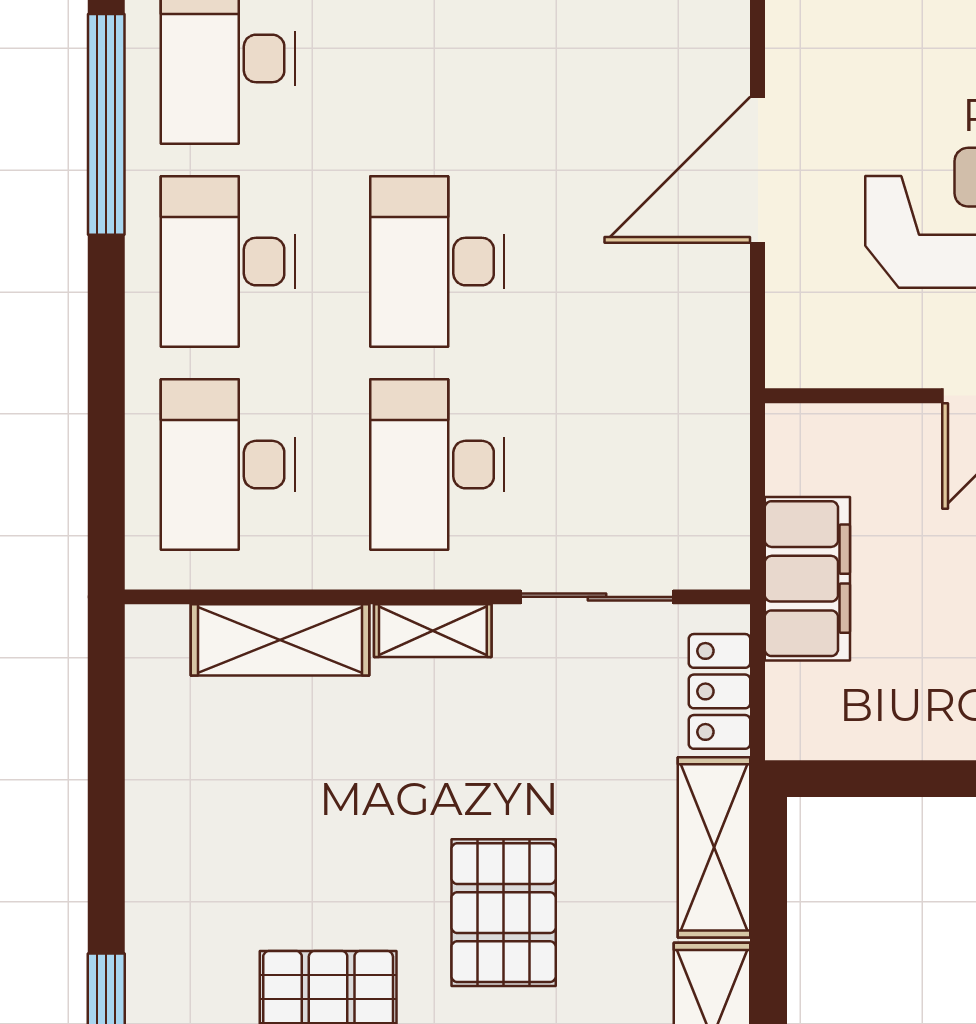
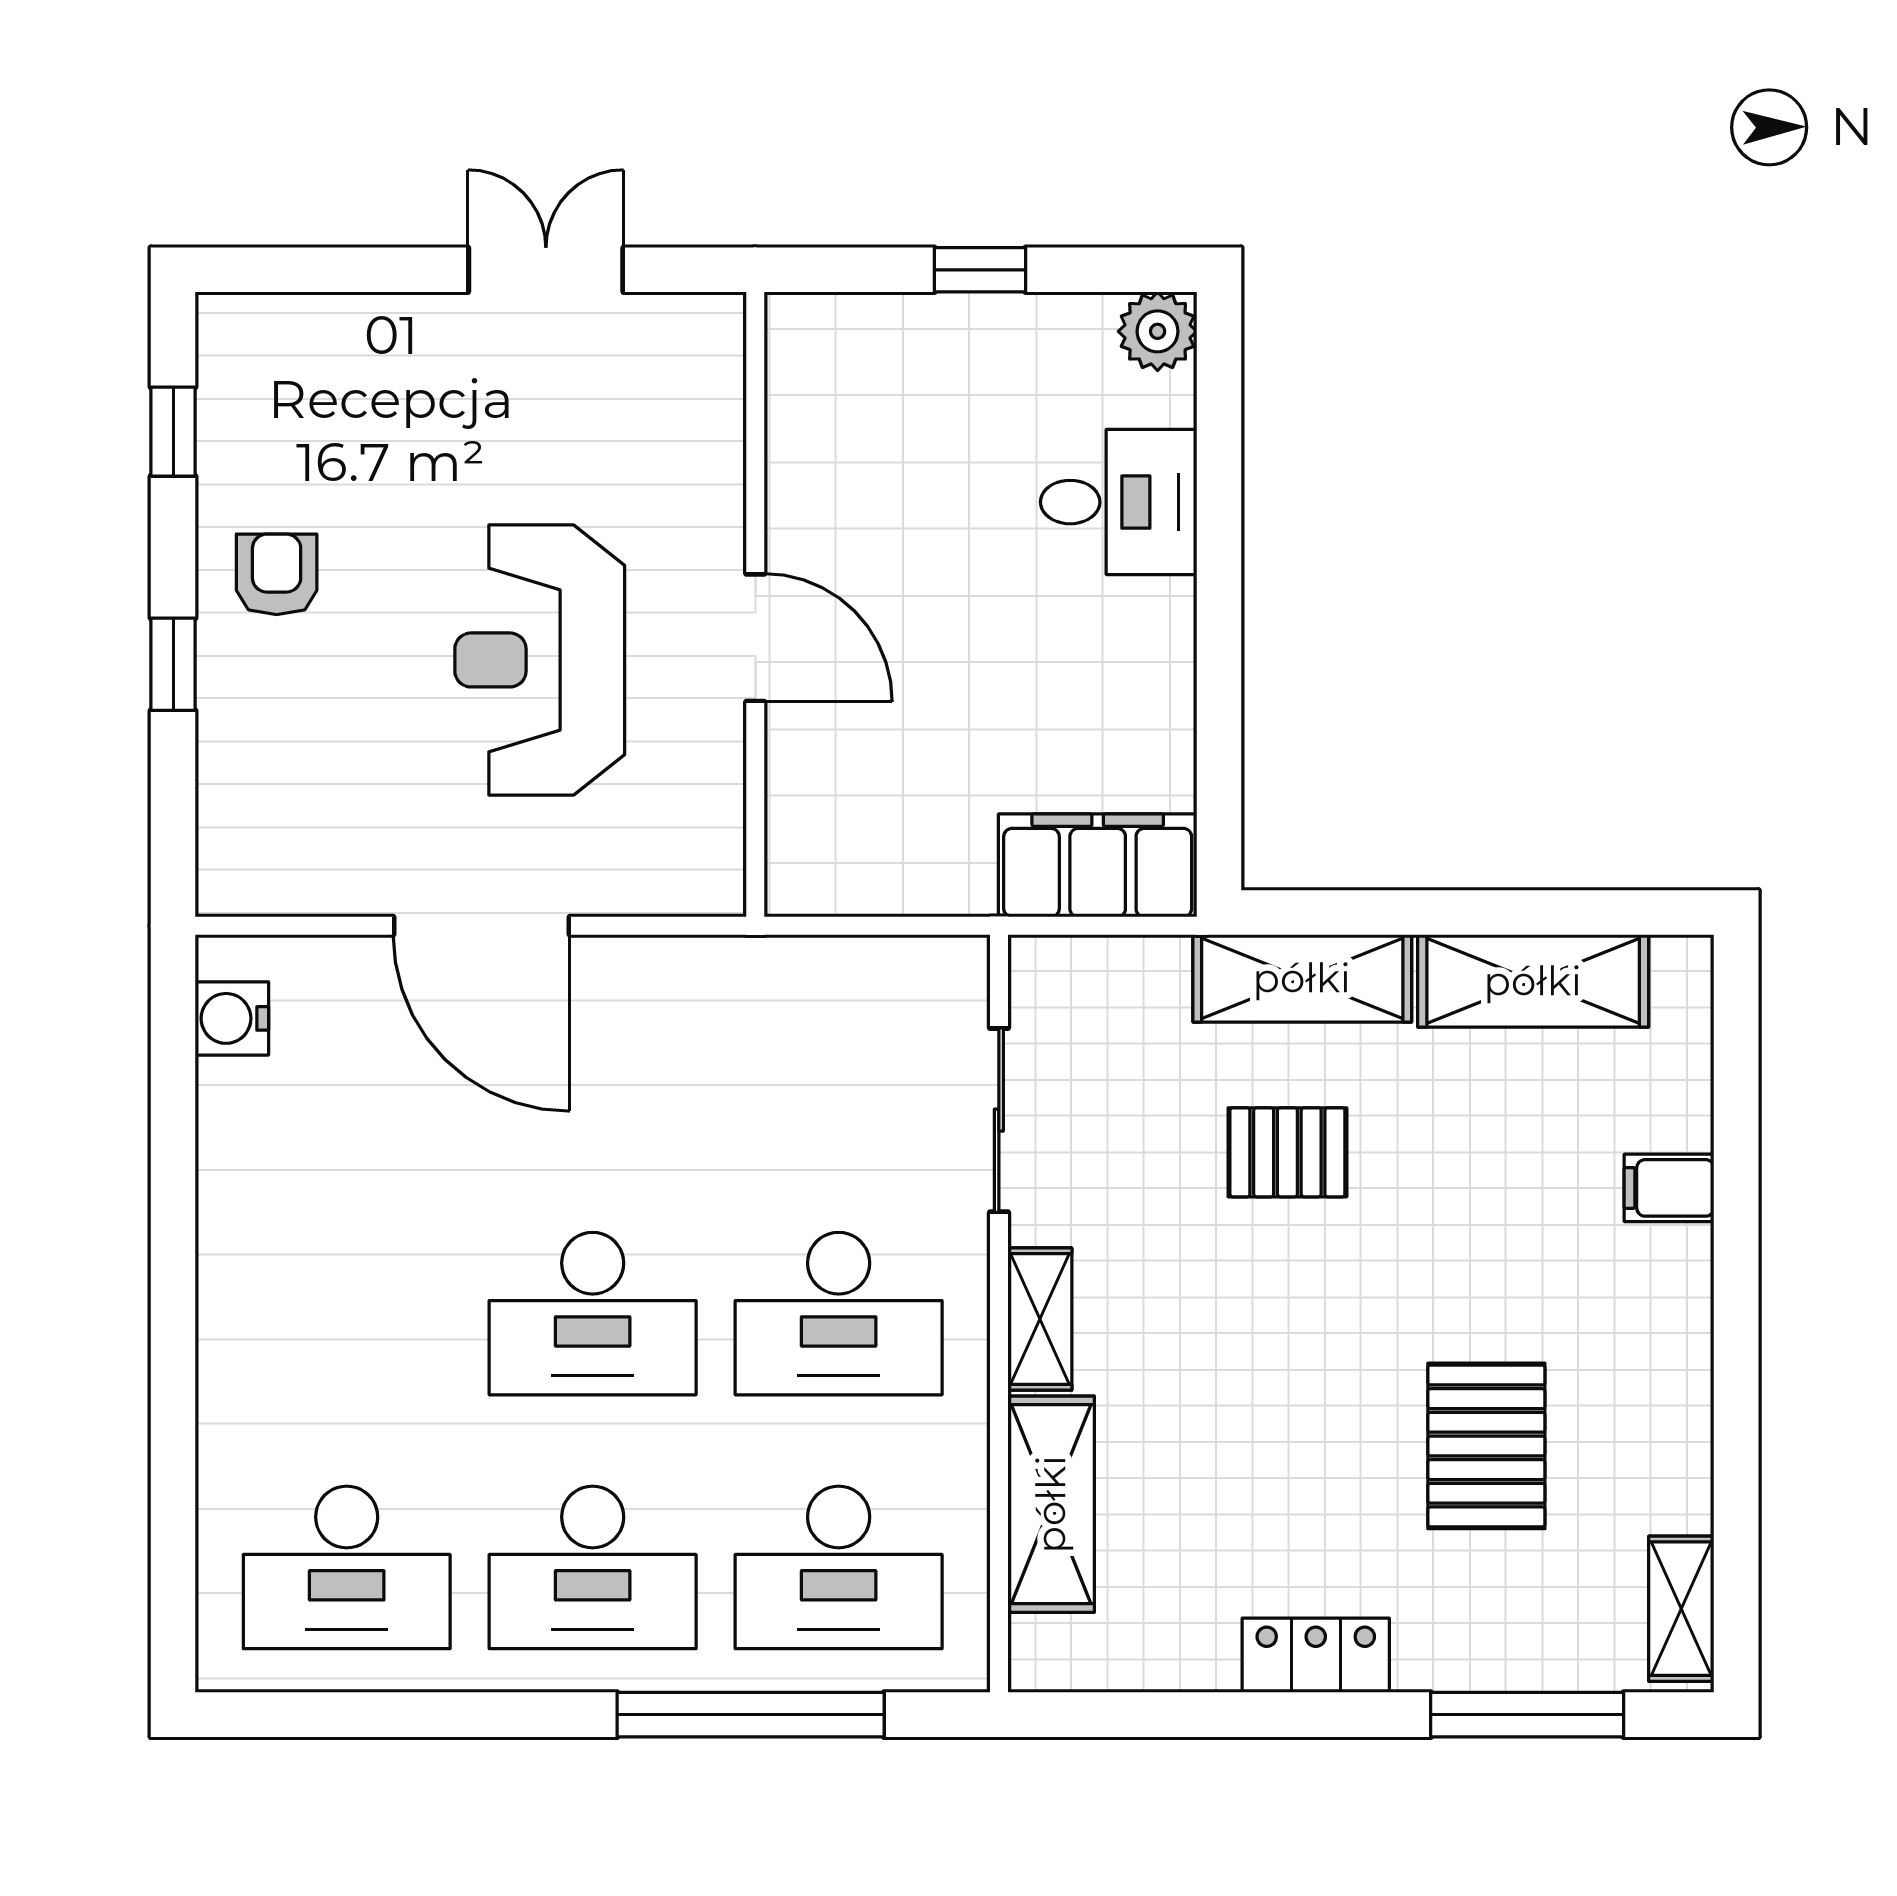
window: (106, 124) -> (751, 1715), moved
filing cabinet: (807, 579) -> (1098, 865), moved
locker: (720, 691) -> (1316, 1655), moved, turned 180
pallet: (504, 913) -> (1287, 1152), moved, width x0.67, depth x0.71

